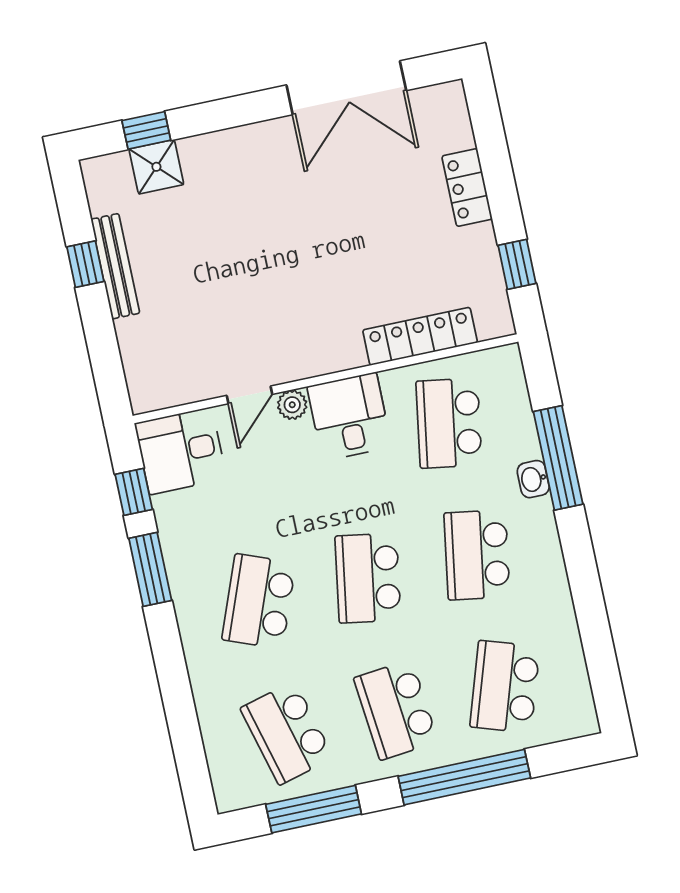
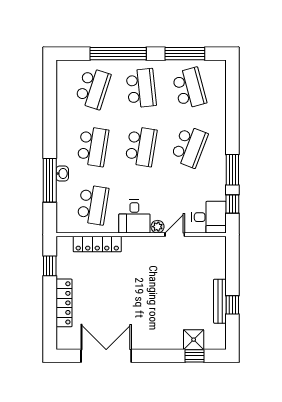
locker: (467, 187) -> (64, 303), width x1.53

